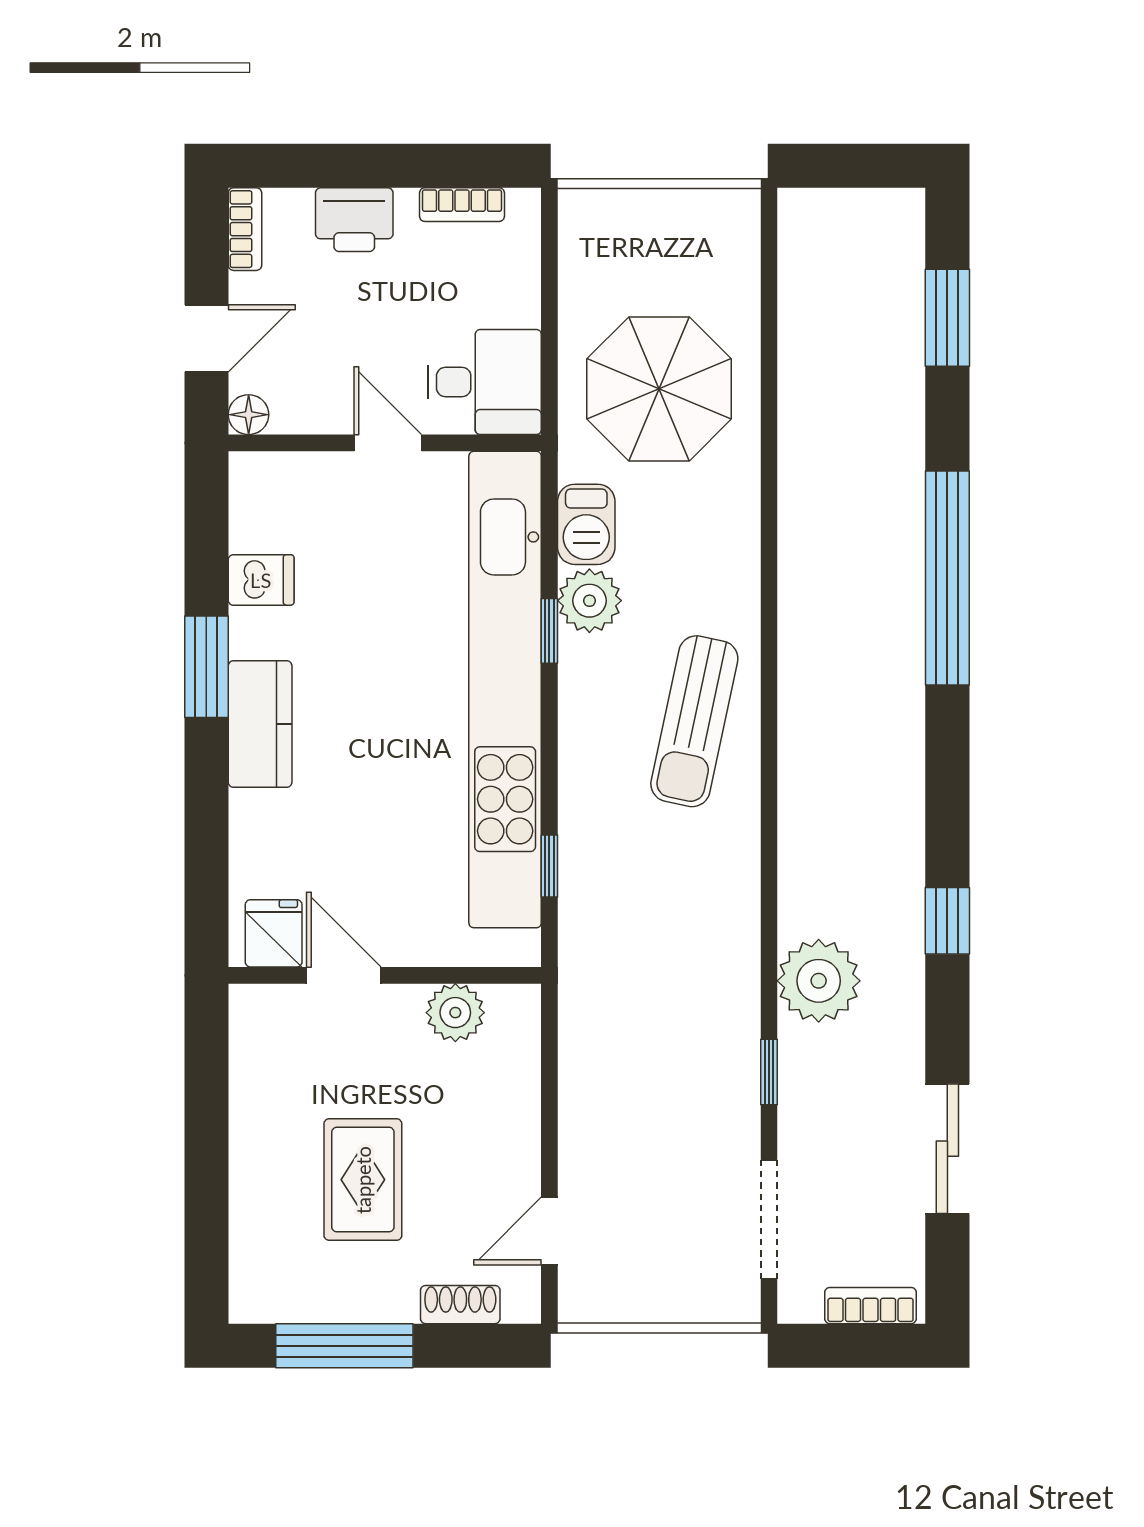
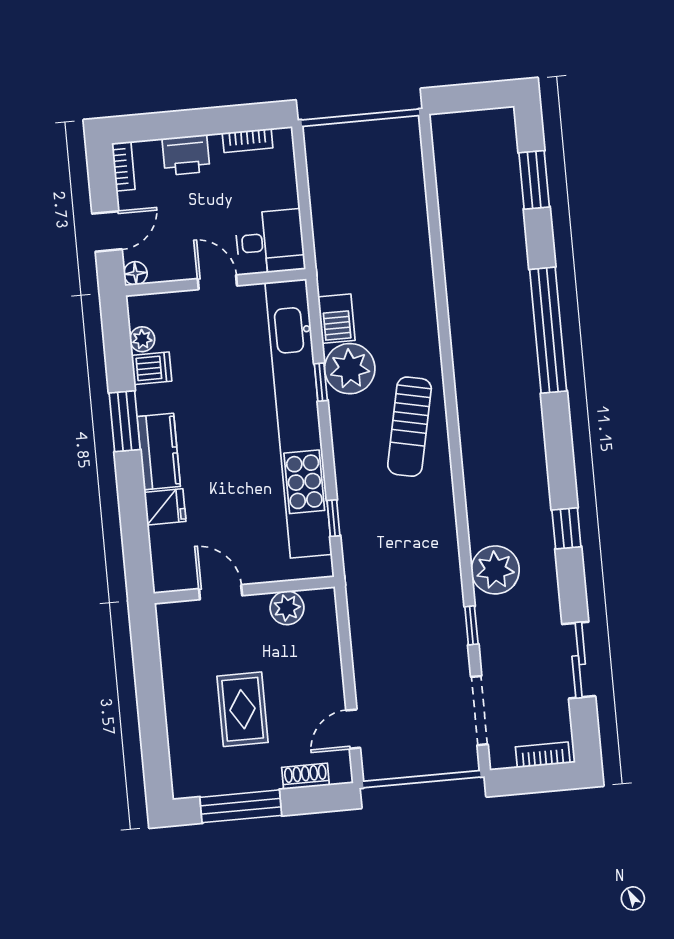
parasol: (659, 389) -> (371, 236), removed
plant: (250, 529) -> (142, 339), added
plant: (589, 601) -> (350, 369), width x1.36, depth x1.36
fridge: (274, 933) -> (165, 507), moved, turned 90

